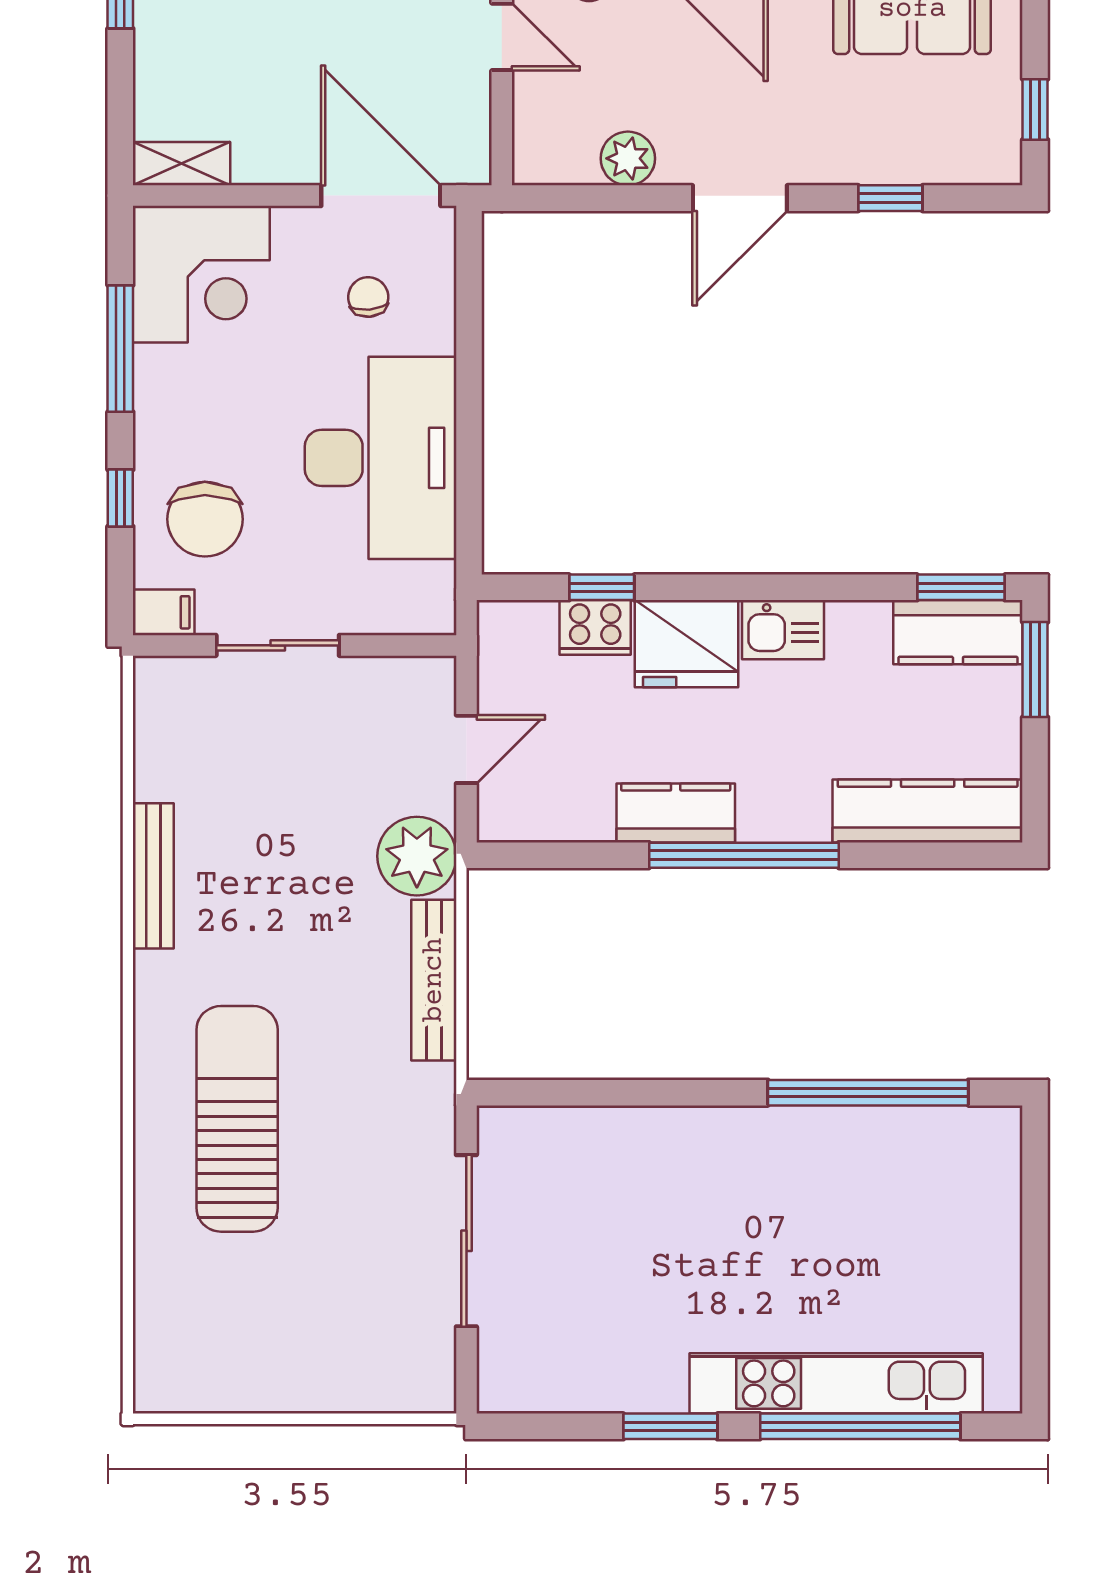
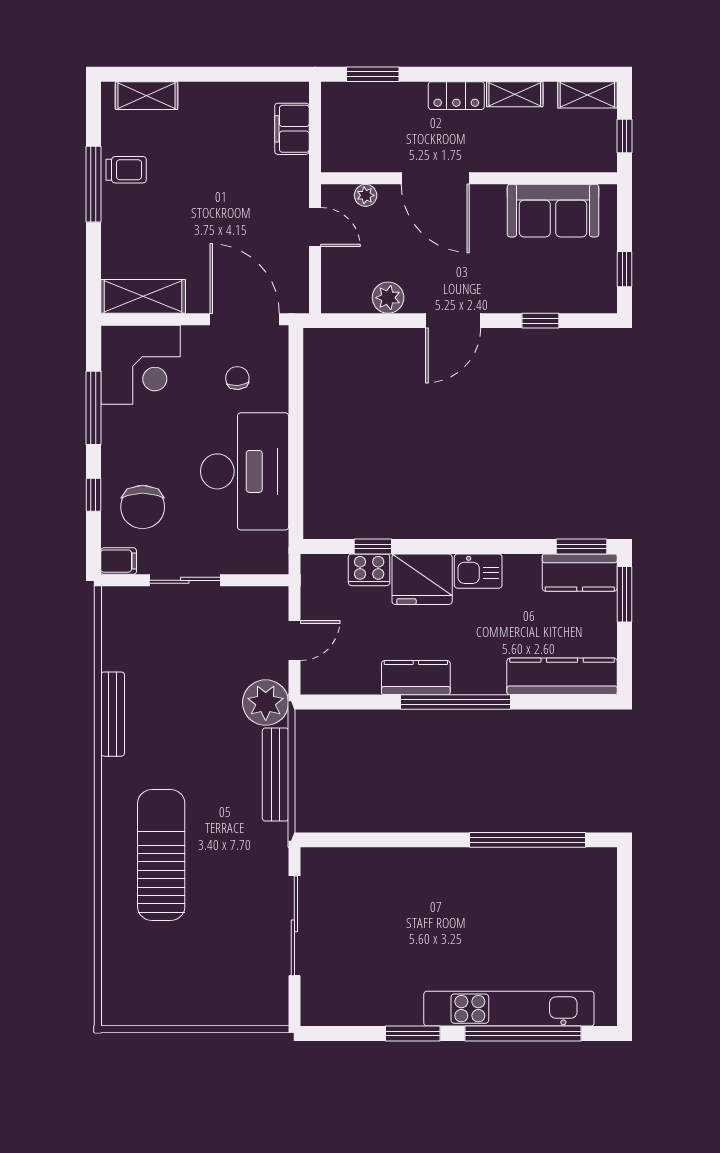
shelving: (181, 164) -> (143, 296), width x1.50, depth x1.33

